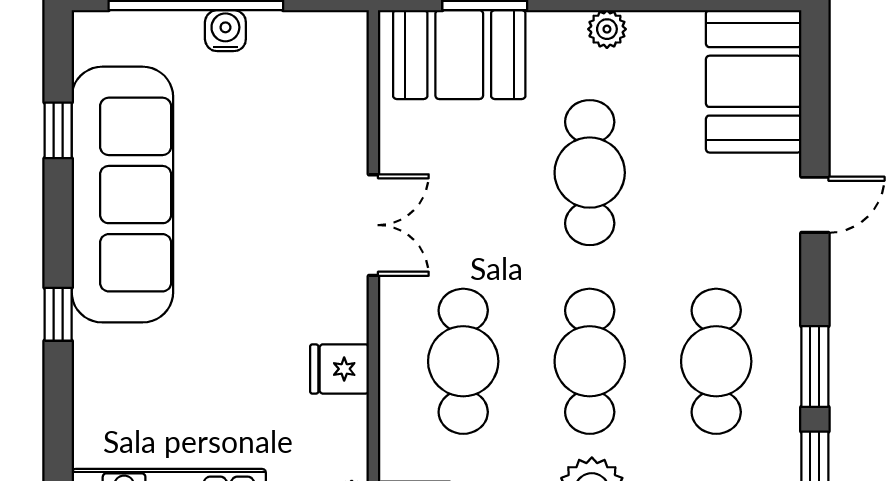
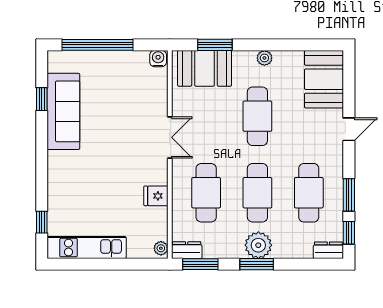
water cooler: (225, 31) -> (158, 59), moved
sofa: (122, 195) -> (63, 111), width x0.74, depth x0.79
window: (58, 314) -> (42, 222), moved

